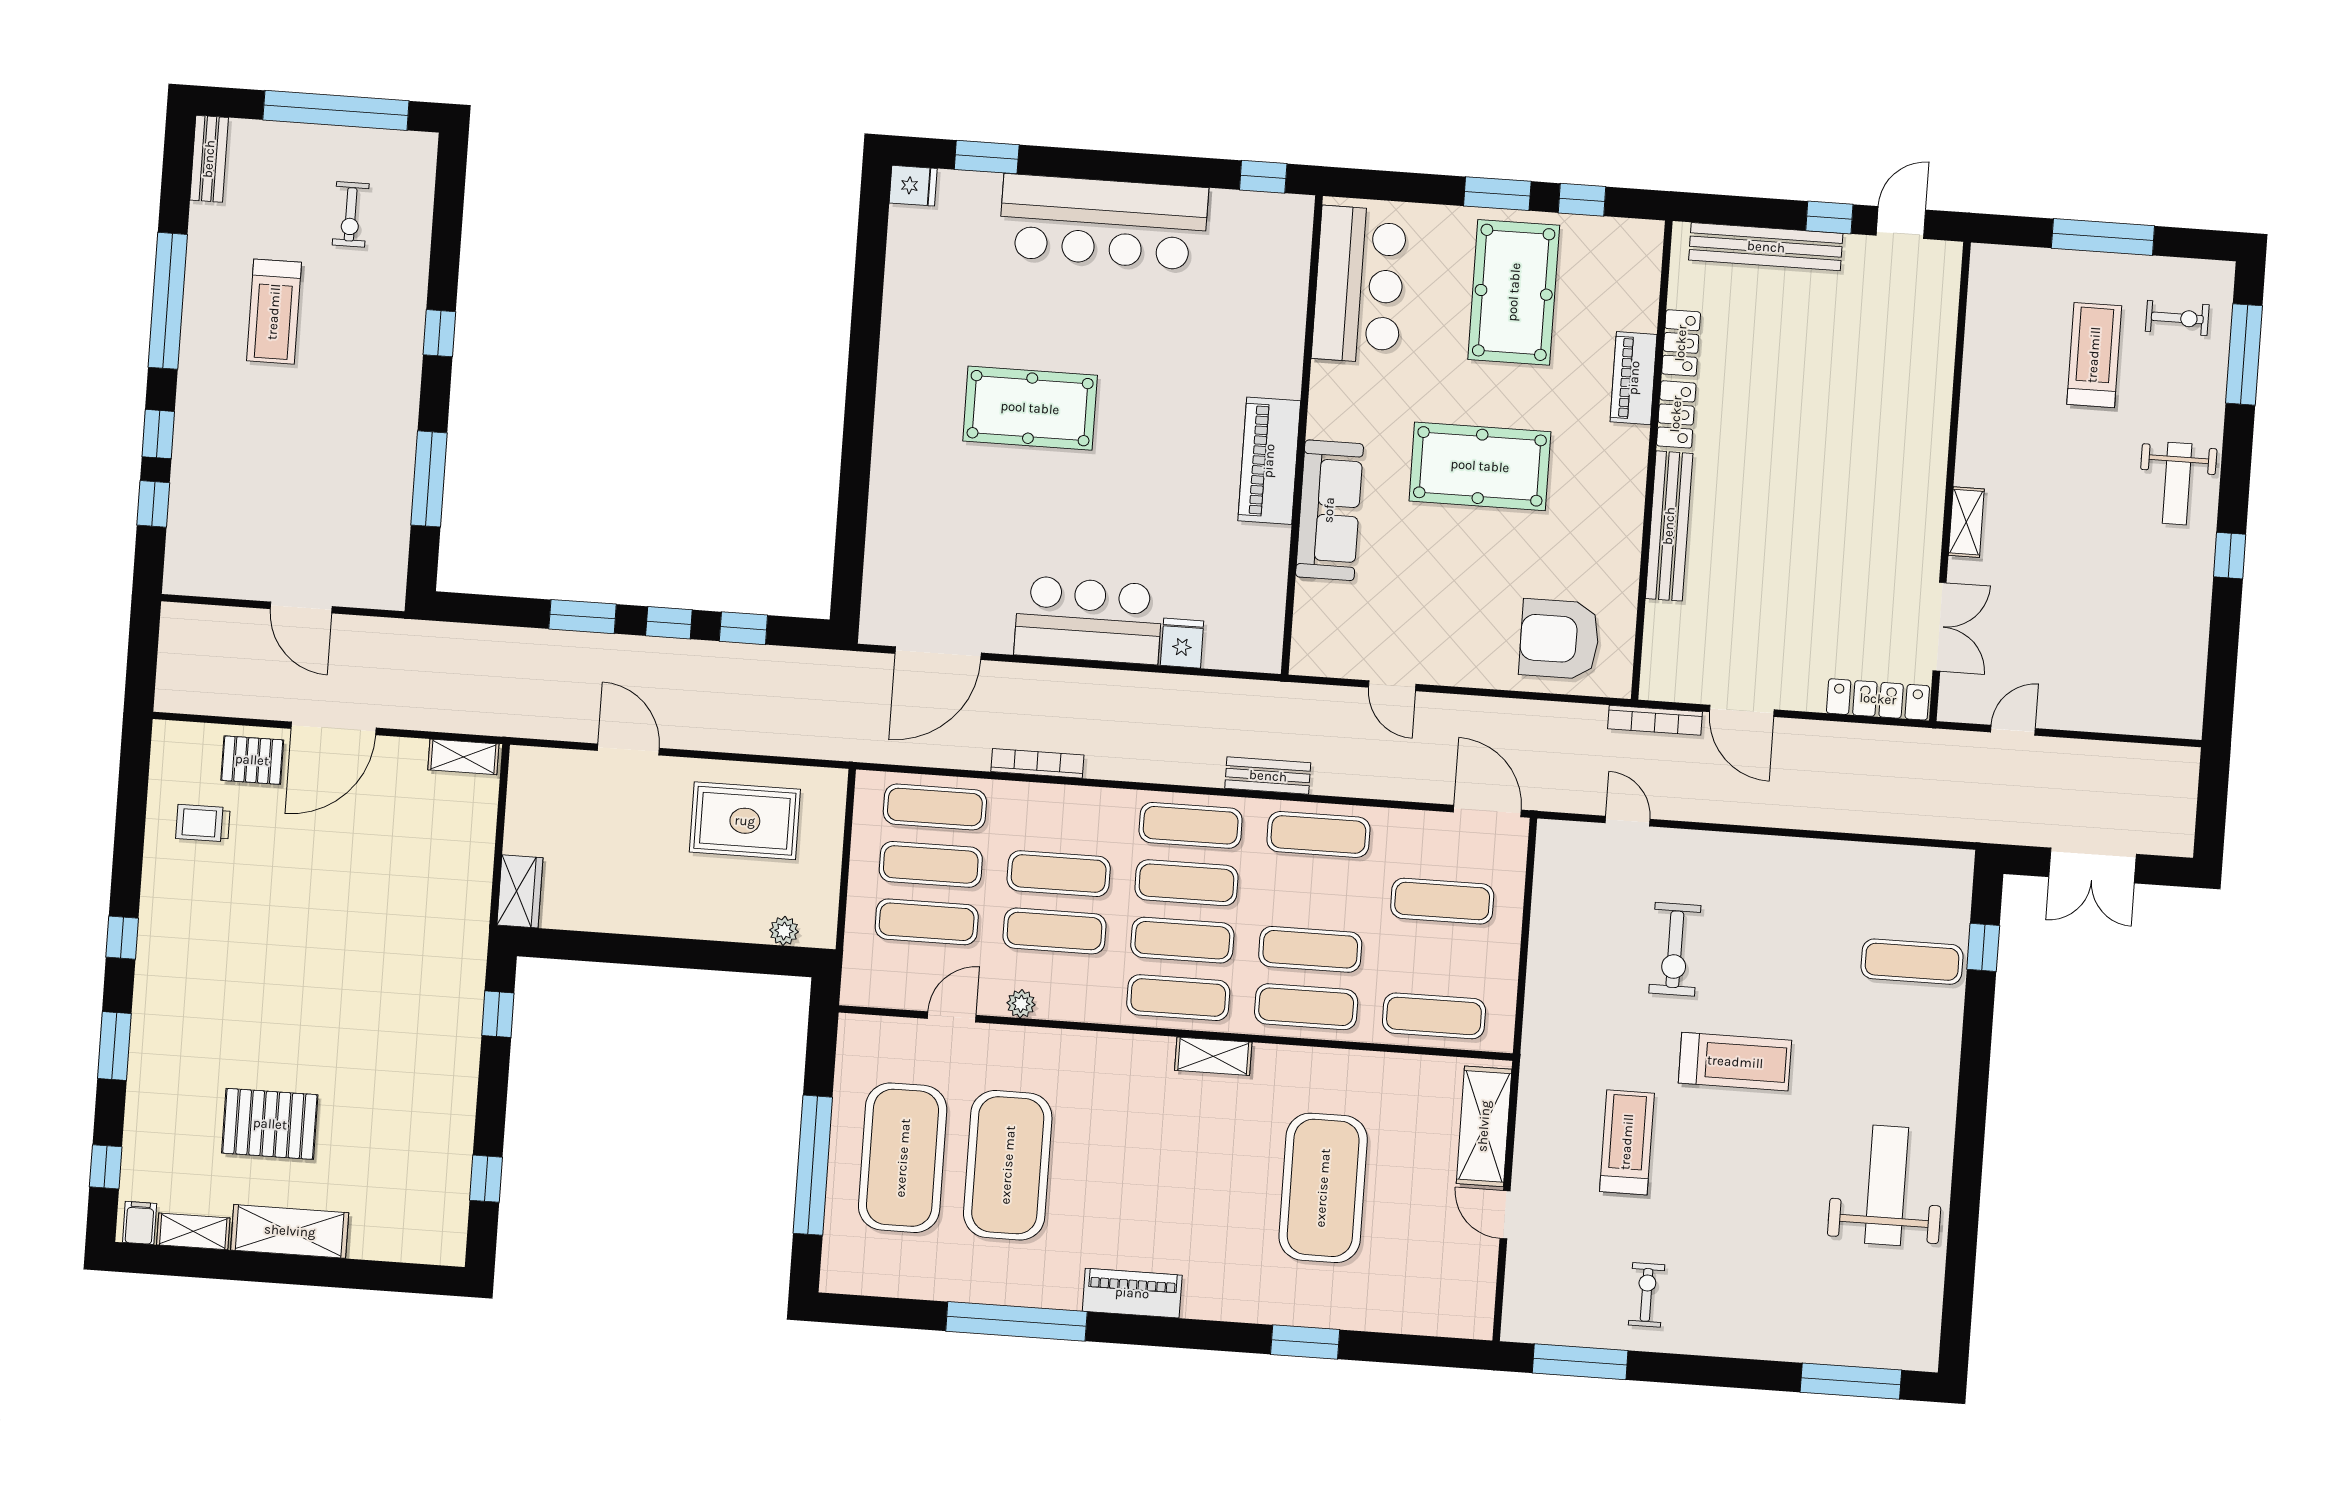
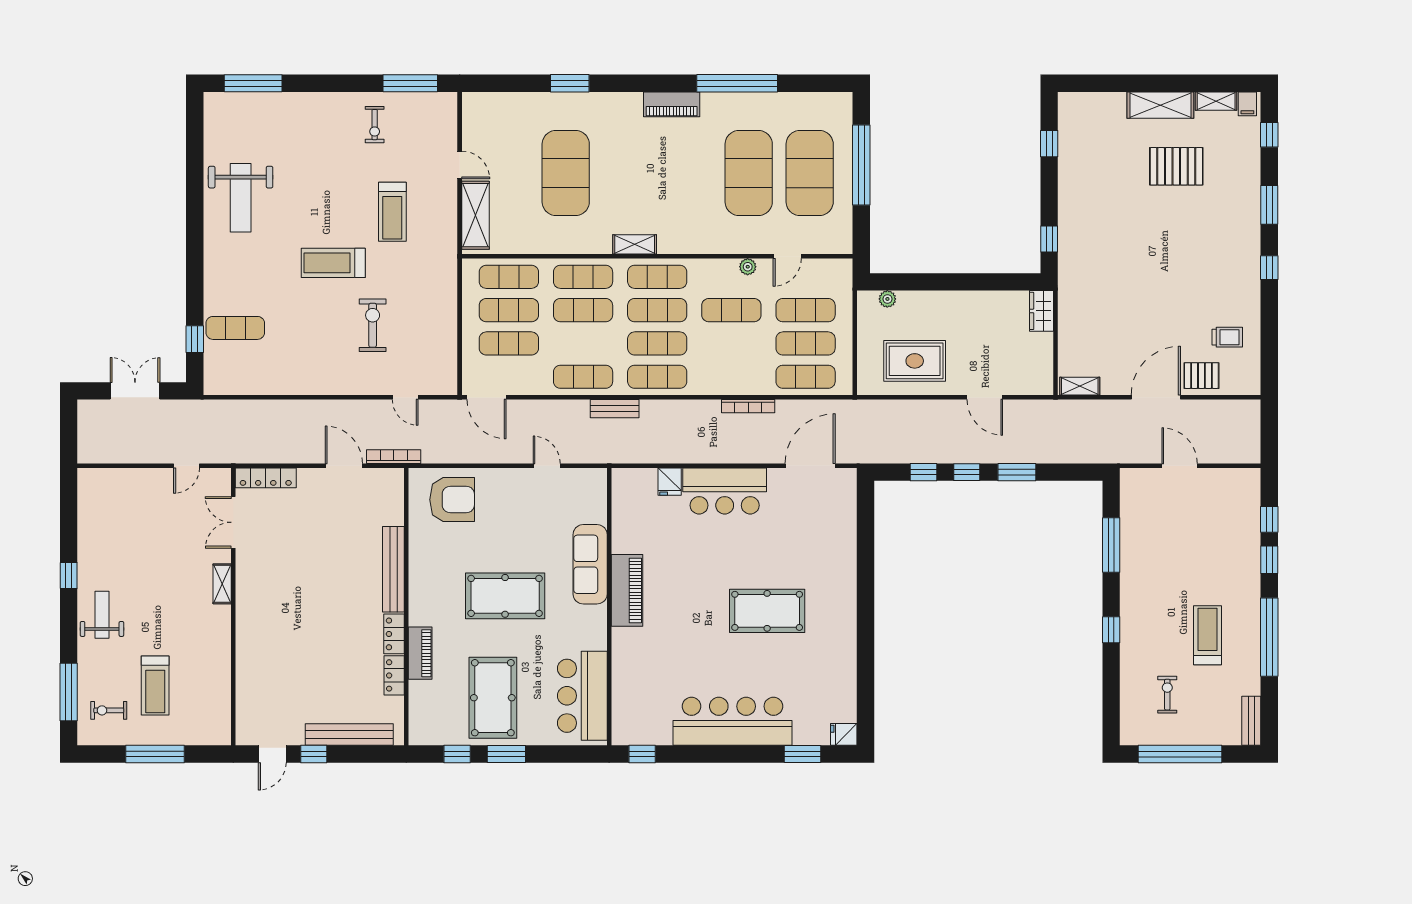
exercise mat: (1059, 874) -> (509, 310), moved

